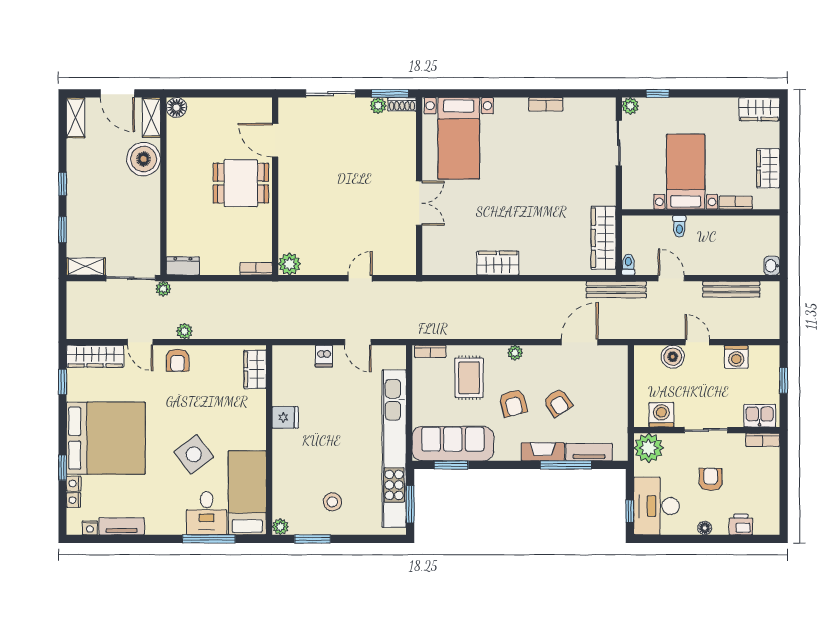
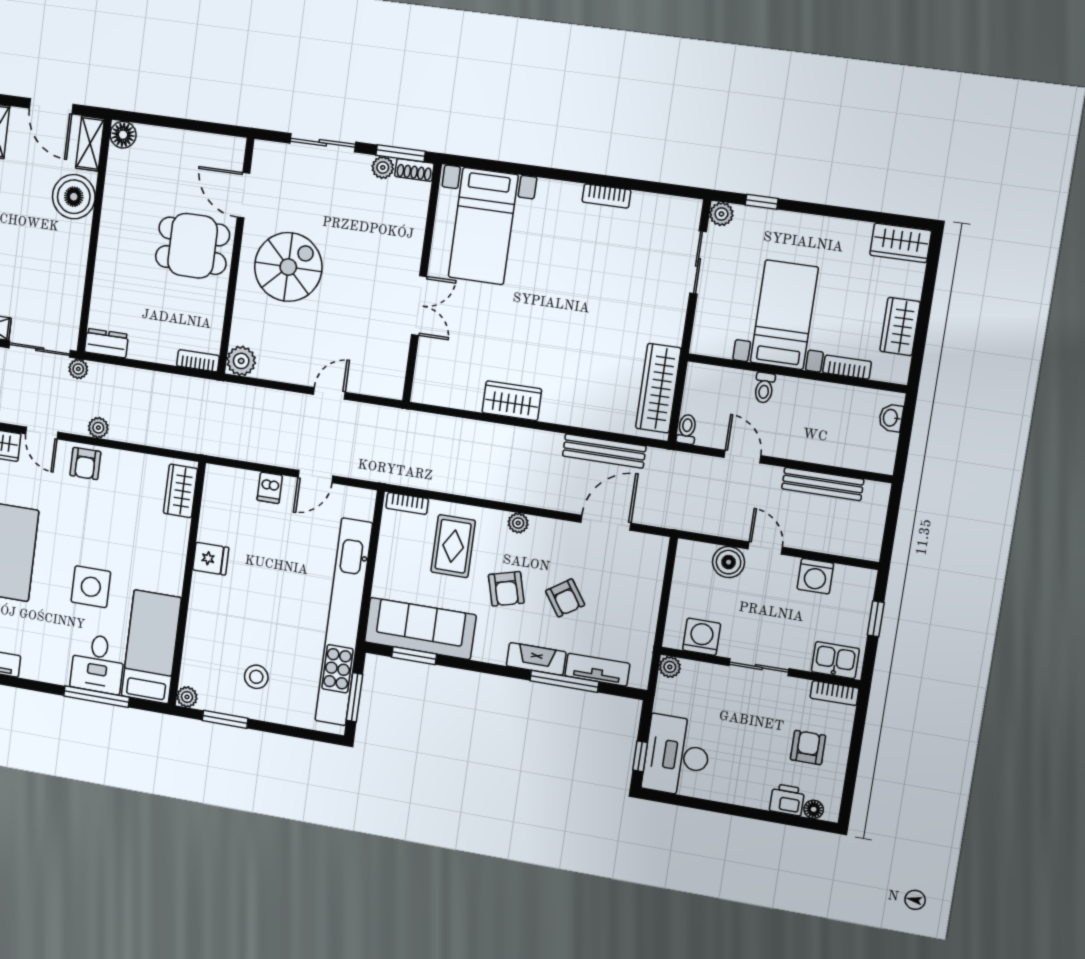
spiral stairs: (316, 189) -> (288, 267), added
washbasin: (772, 266) -> (891, 418), moved
bench: (616, 290) -> (604, 451), moved
door: (358, 342) -> (315, 477), hinge flipped
plant: (649, 448) -> (670, 667), width x0.53, depth x0.53
side table: (194, 454) -> (91, 587), turned 37
armchair: (711, 479) -> (808, 747), moved
floor lamp: (705, 528) -> (814, 809), moved

